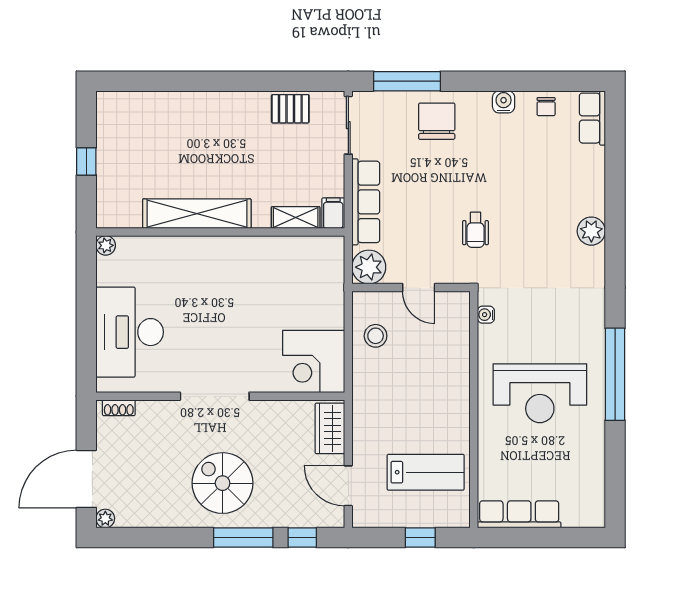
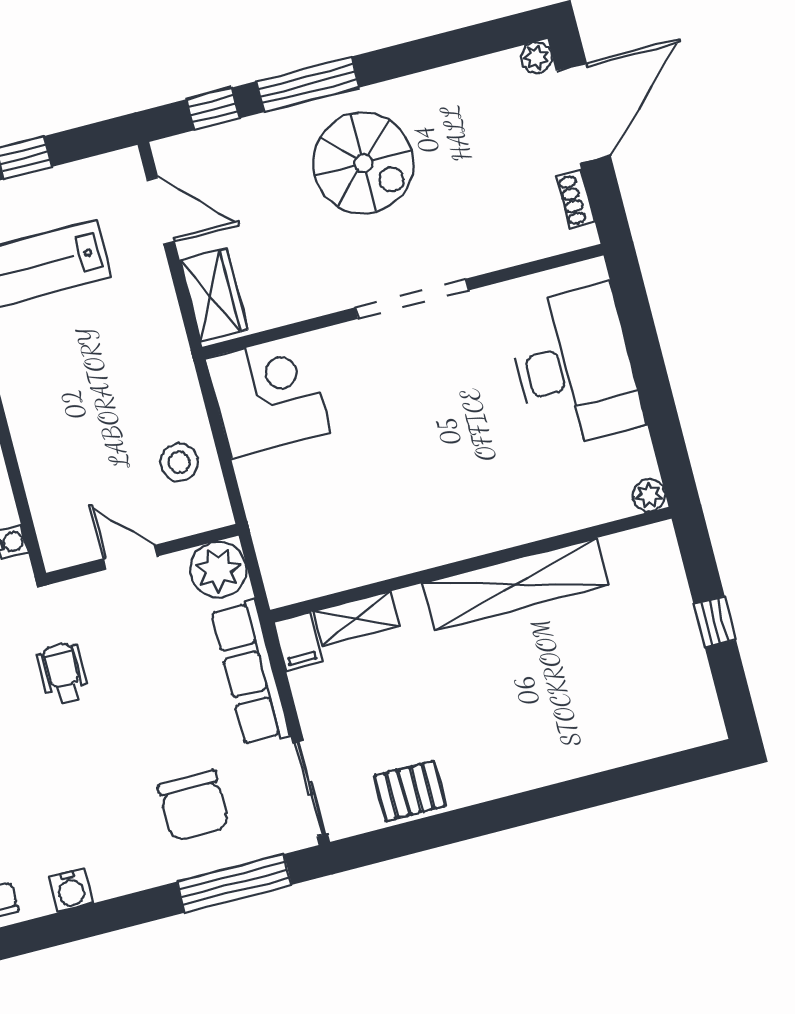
chair: (437, 121) -> (194, 806), moved
shoe rack: (119, 408) -> (576, 199), moved, turned -90

